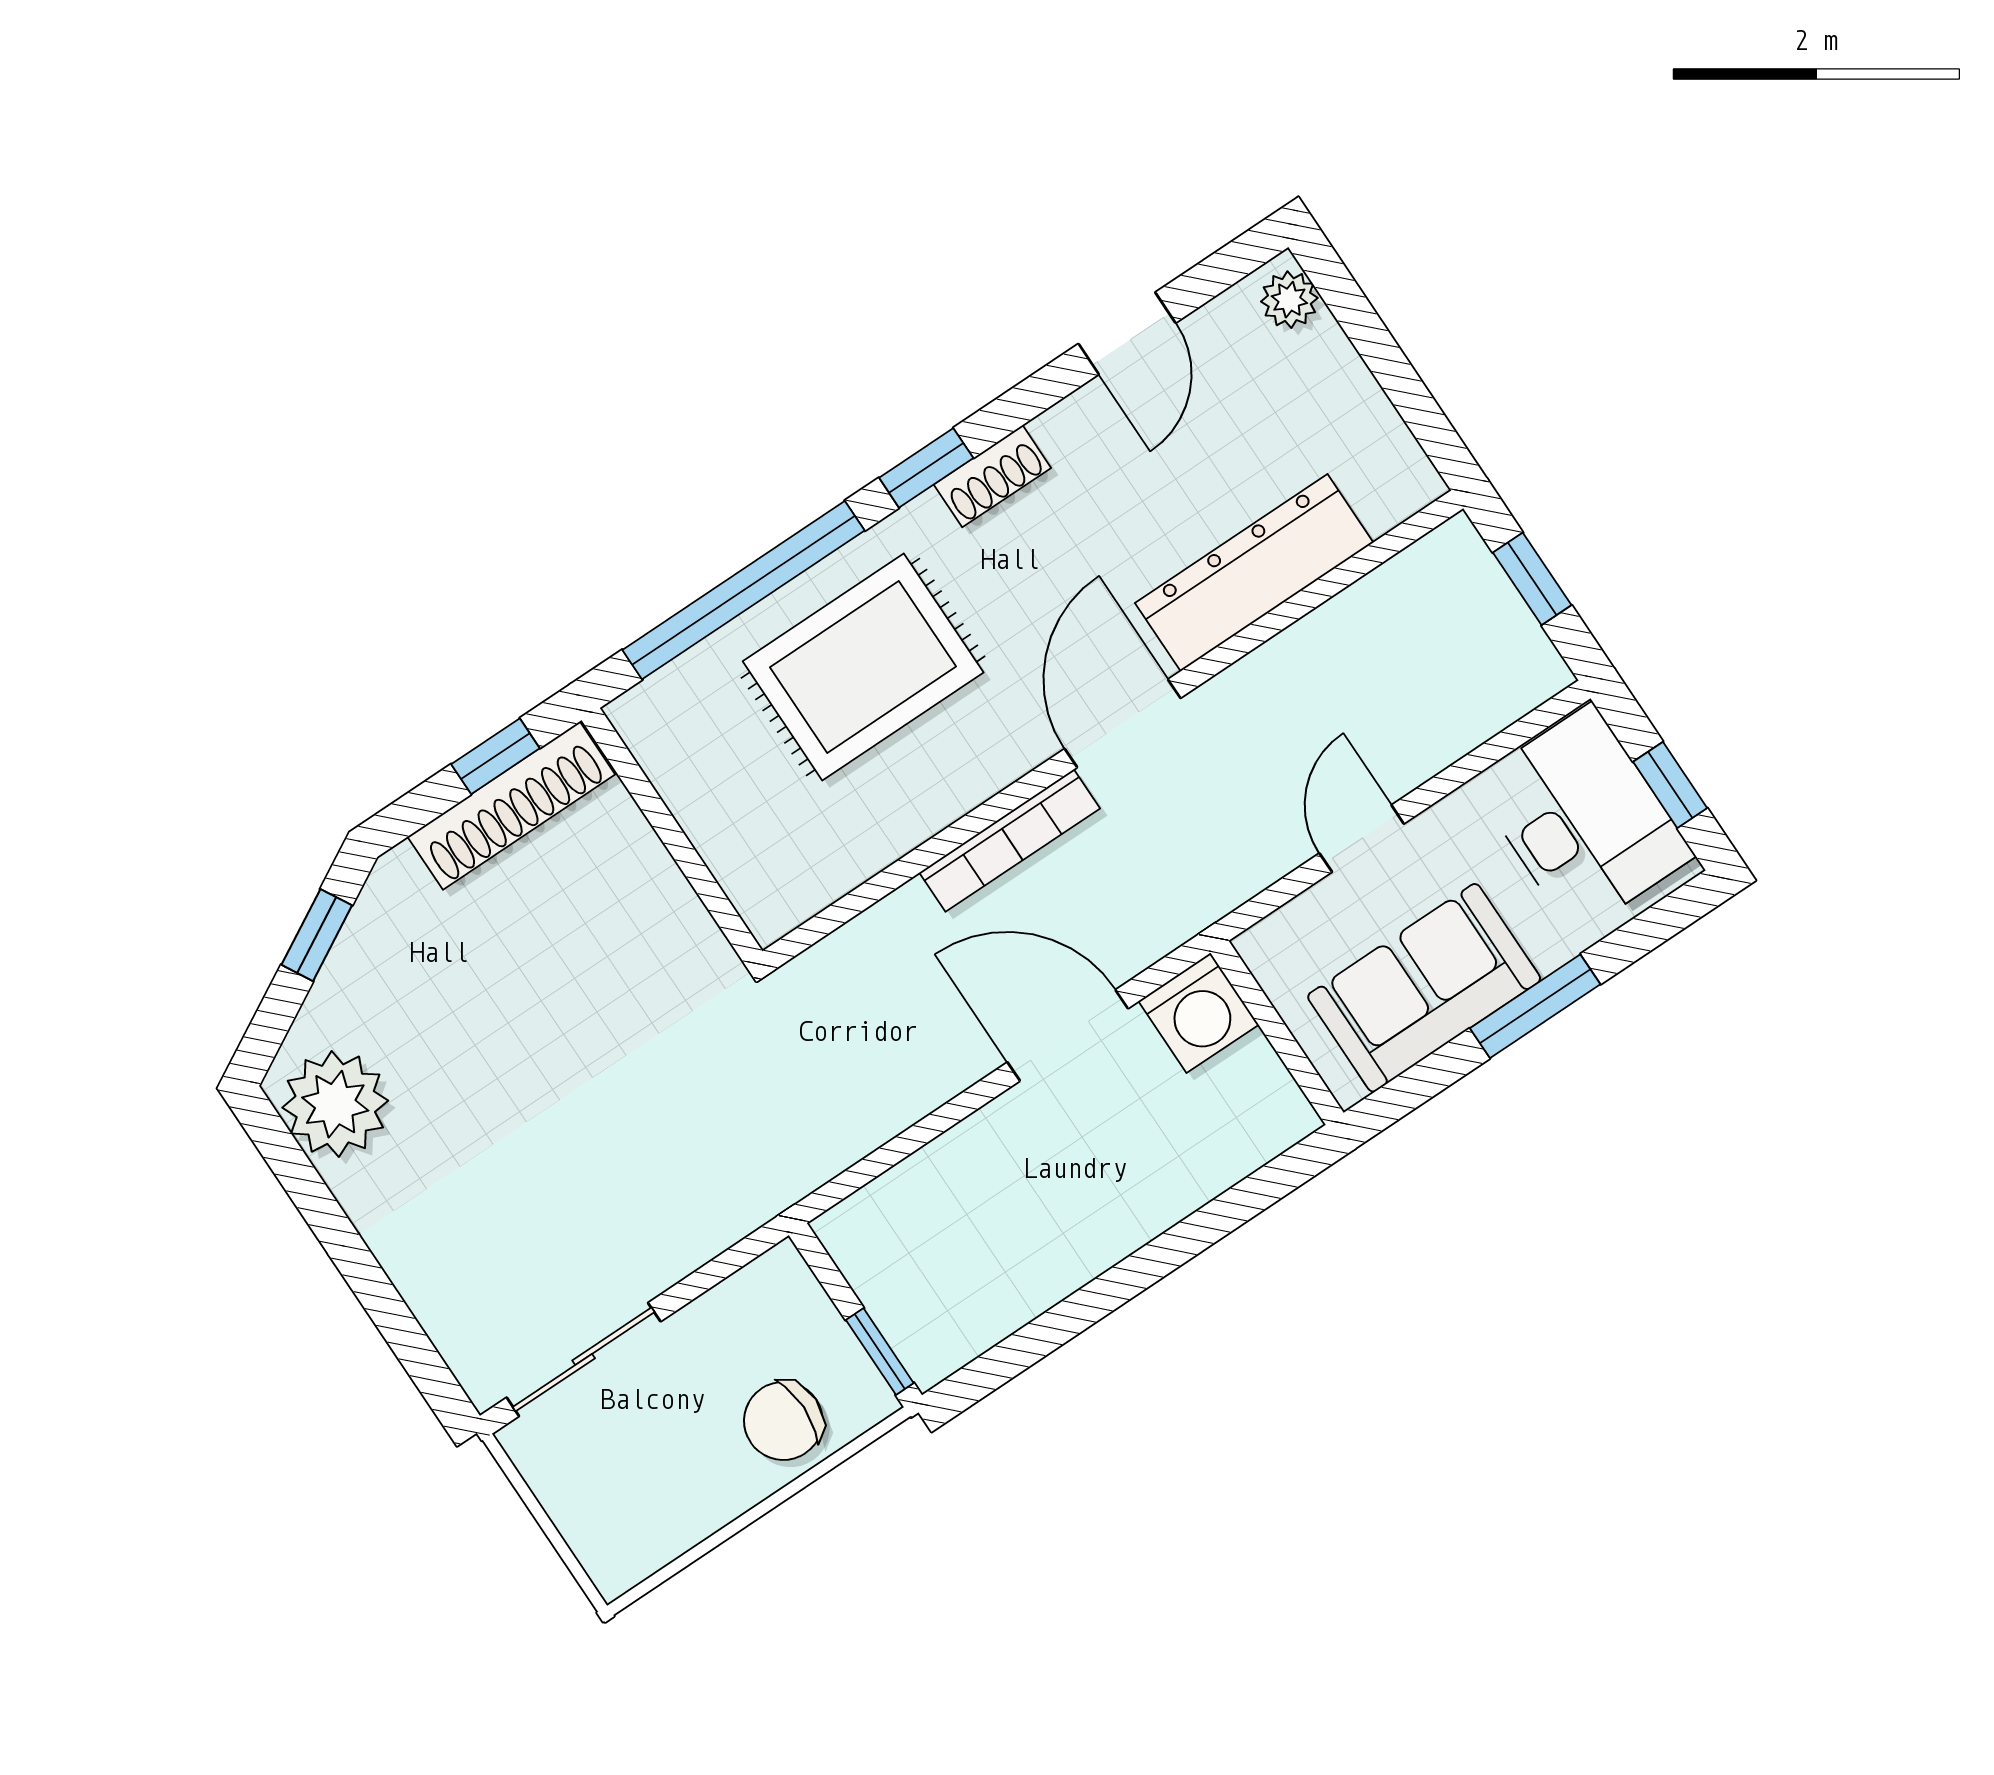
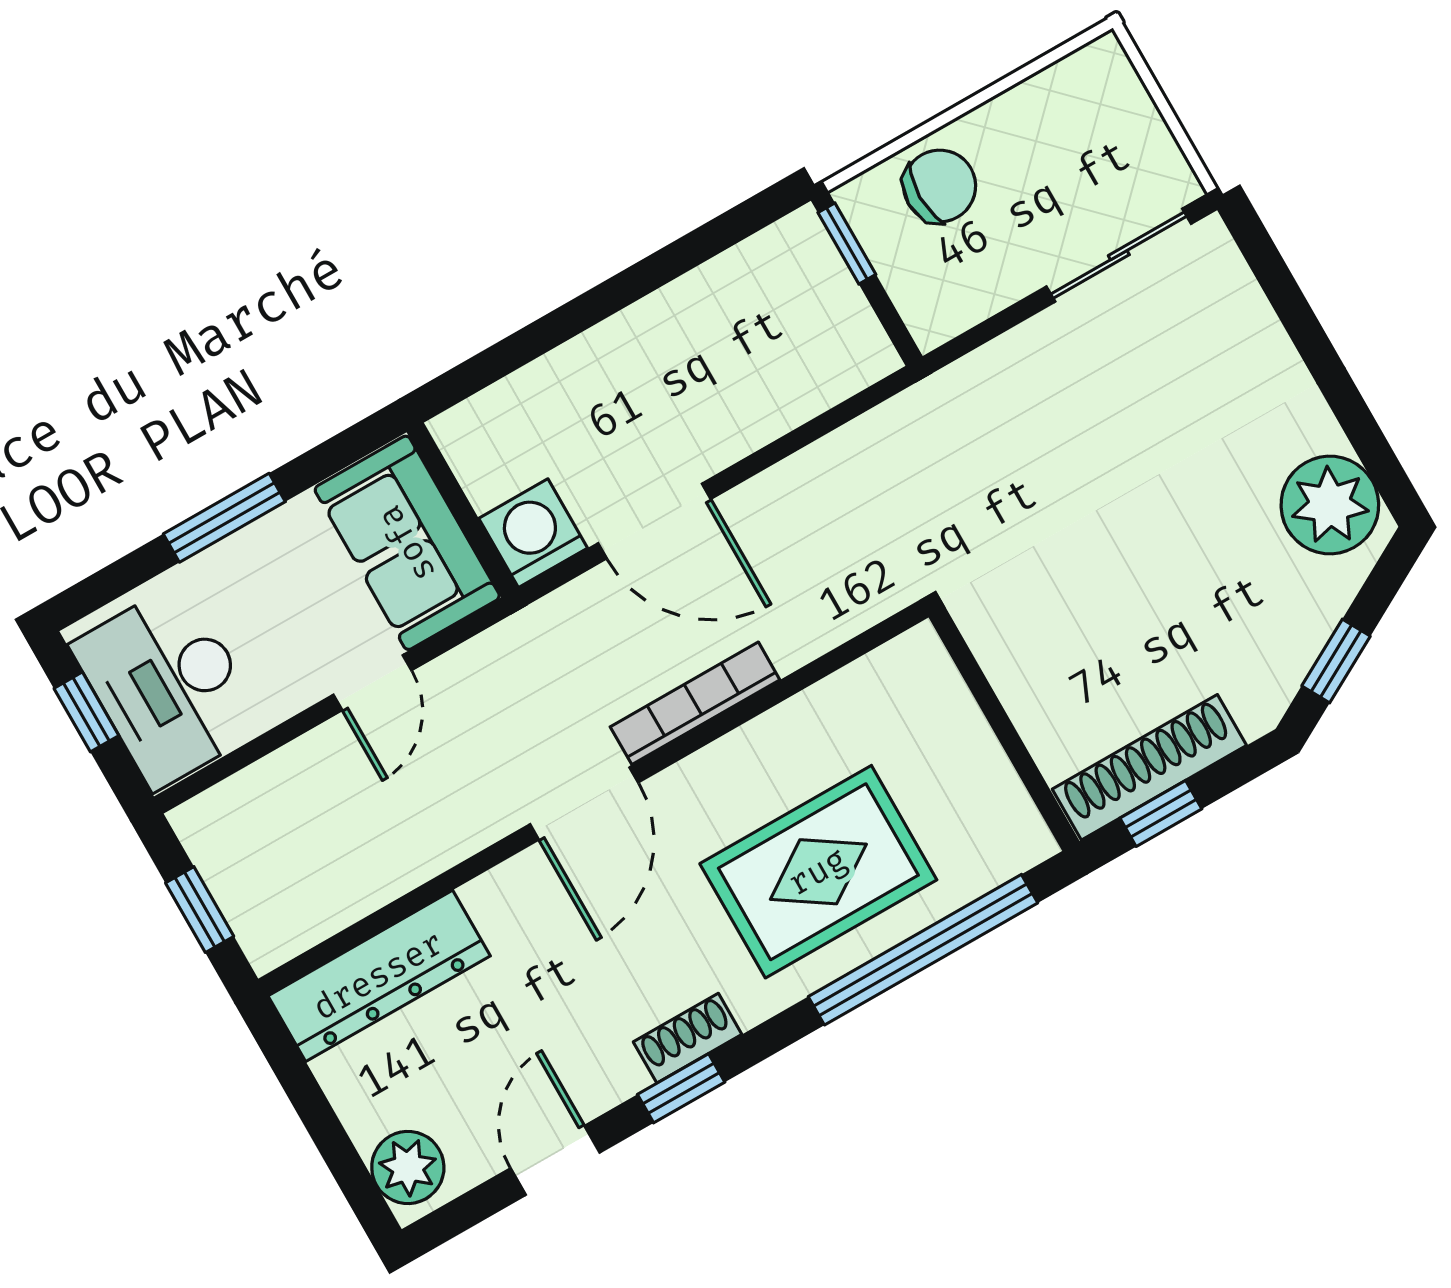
plant: (1289, 300) -> (408, 1167), width x1.38, depth x1.38
window: (926, 468) -> (681, 1088), moved
dresser: (1254, 573) -> (379, 976), moved
sofa: (1424, 988) -> (407, 543), moved, turned 90

